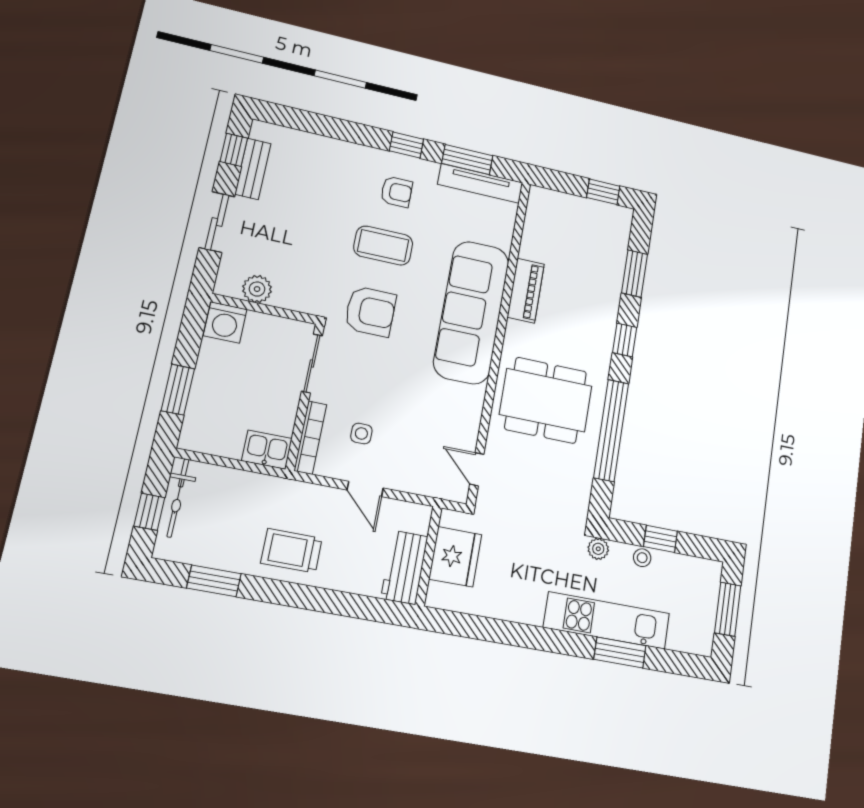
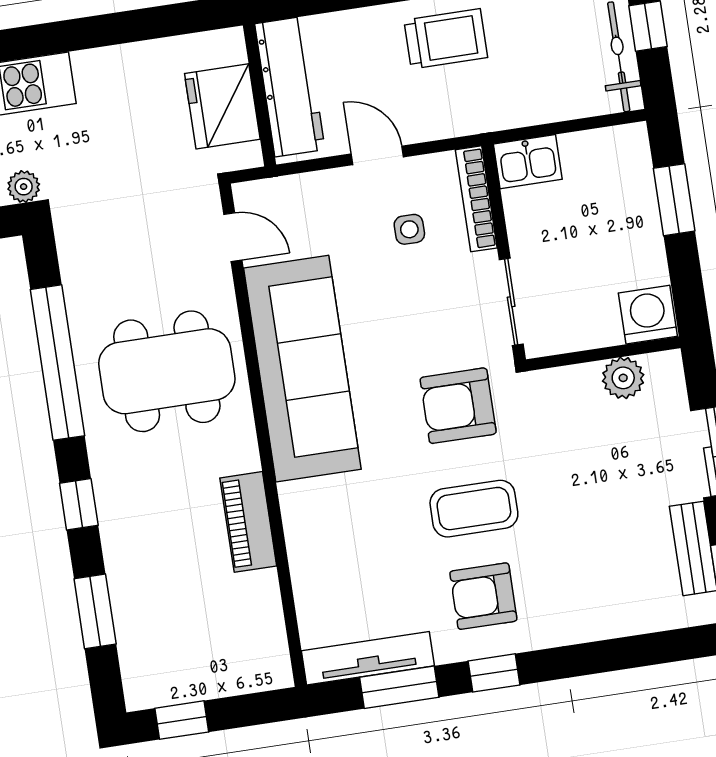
armchair: (396, 192) -> (483, 596), width x1.38, depth x1.38
sofa: (471, 312) -> (302, 369), moved
workbench: (404, 567) -> (290, 87), width x1.38

